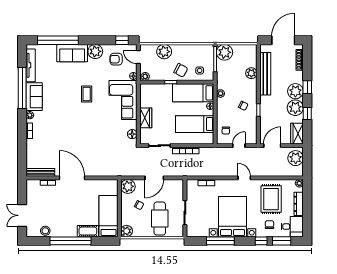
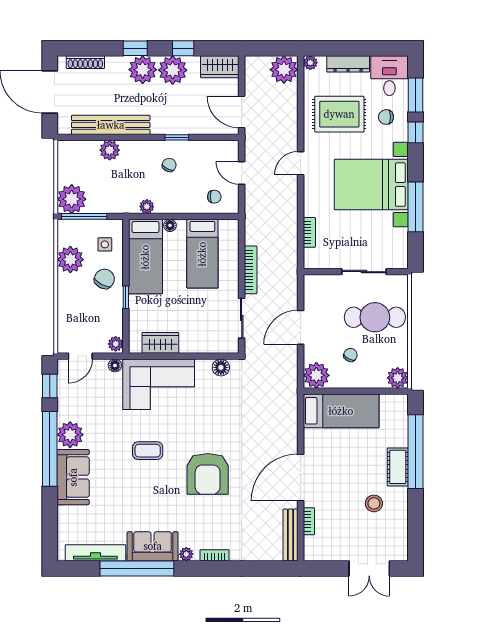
window: (58, 40) -> (50, 449), moved
plant: (164, 52) -> (70, 260), moved
armchair: (116, 59) -> (208, 474), moved, width x1.88, depth x1.88
wardrobe: (146, 118) -> (160, 343), moved
plant: (296, 158) -> (284, 70), moved
door: (154, 178) -> (301, 327), swing flipped
bed: (108, 216) -> (341, 411), moved, turned 180
stool: (45, 231) -> (374, 503), moved
cot: (88, 231) -> (398, 467), moved
window: (70, 241) -> (415, 452), moved

